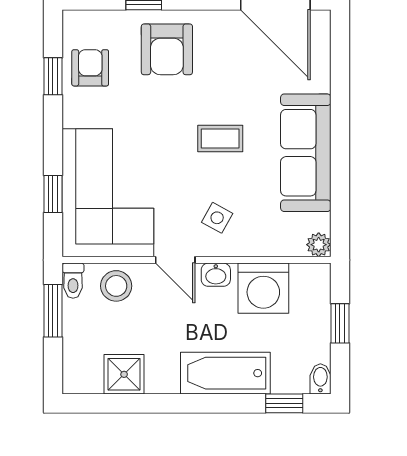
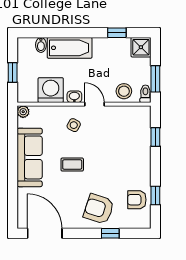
armchair: (167, 49) -> (99, 209), turned -72
armchair: (90, 68) -> (137, 200), turned 90
corner sofa: (108, 193) -> (128, 138), removed
shower: (124, 374) -> (141, 47), moved
bidet: (320, 379) -> (41, 45), moved
window: (284, 403) -> (117, 33), moved

